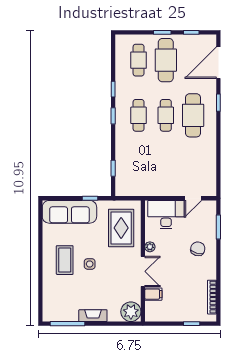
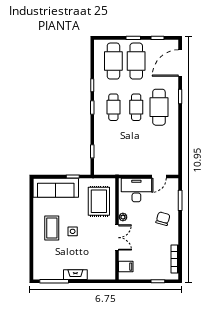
cafe table: (139, 60) -> (113, 61), width x1.37, depth x1.35
filing cabinet: (153, 294) -> (126, 267), moved
plant: (131, 312) -> (107, 271), removed

